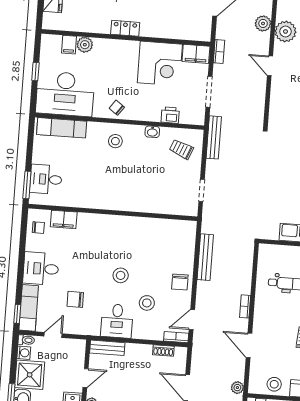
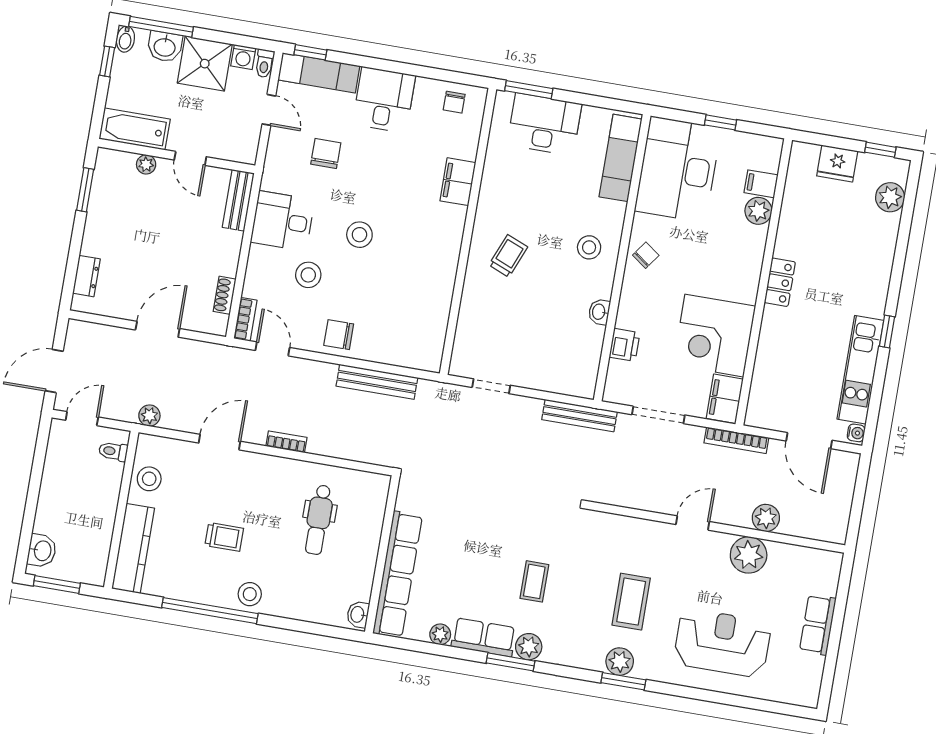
bookcase: (219, 52) -> (736, 440), width x1.56
trolley: (181, 149) -> (508, 256), moved
desk: (46, 179) -> (544, 124), width x1.37
filing cabinet: (64, 219) -> (458, 182), moved

